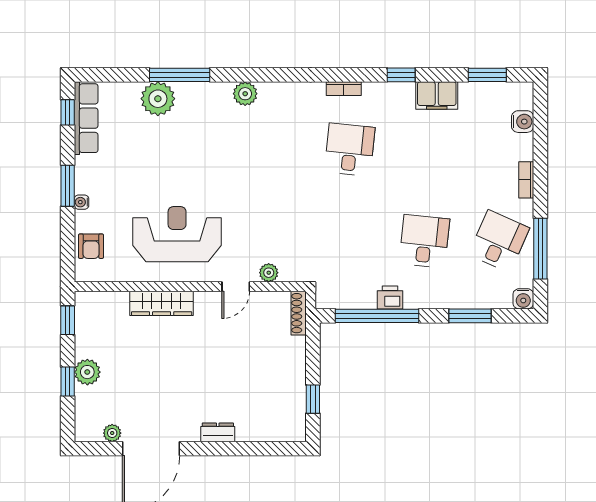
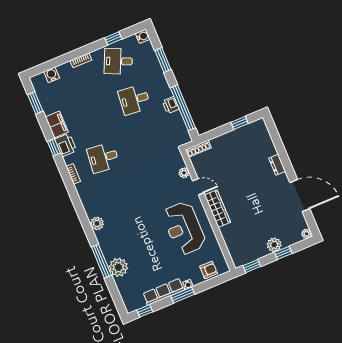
printer: (397, 96) -> (66, 145), added
row of seats: (86, 118) -> (164, 292), moved
window: (540, 249) -> (113, 38), width x0.46
wardrobe: (162, 303) -> (217, 209), moved
plant: (112, 433) -> (306, 234), moved

